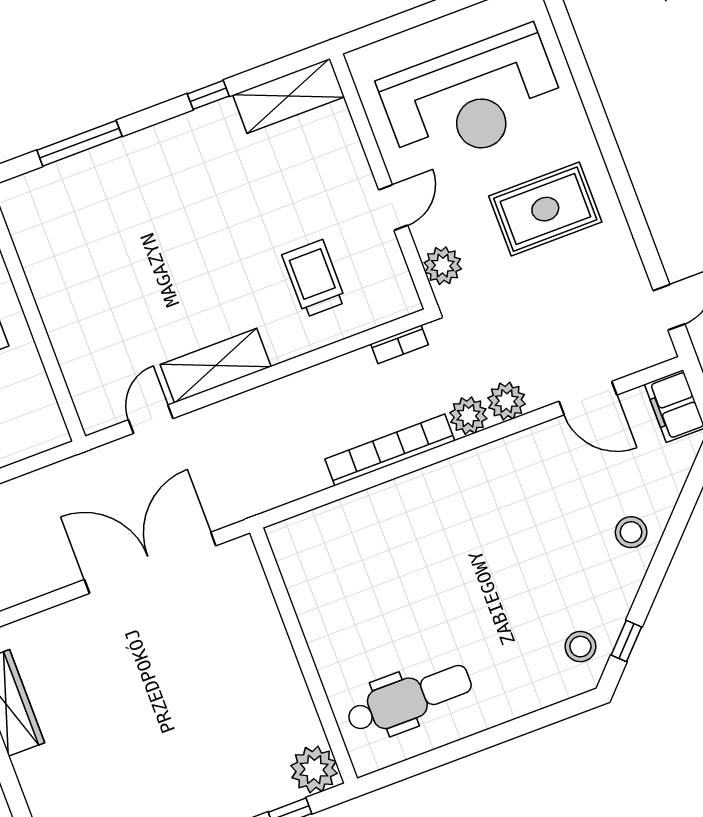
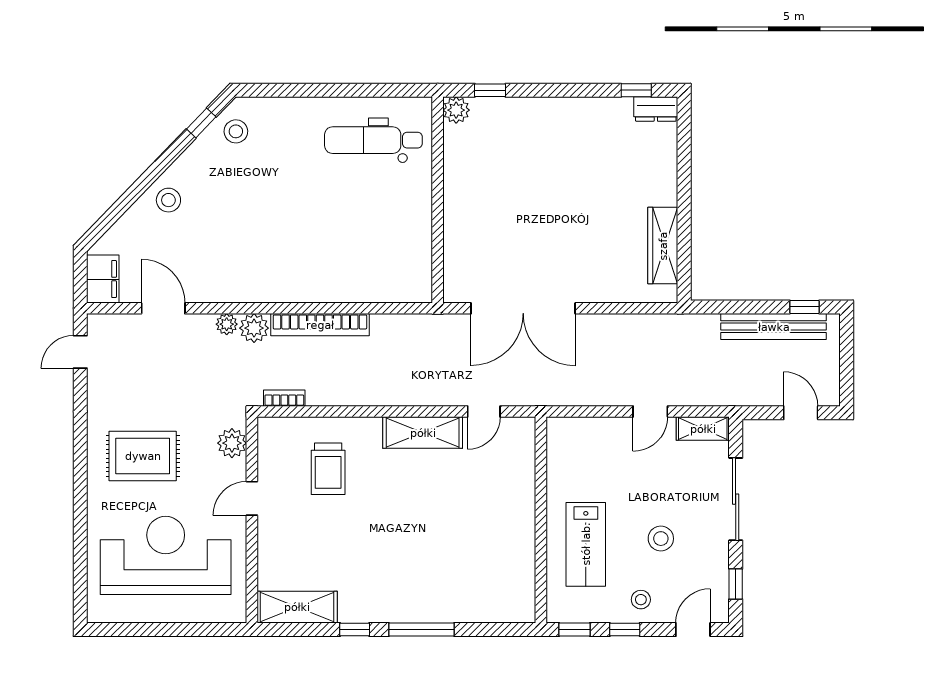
window: (79, 143) -> (422, 630), moved
plant: (507, 401) -> (227, 324), width x0.73, depth x0.73
plant: (314, 770) -> (456, 110), width x0.73, depth x0.73

